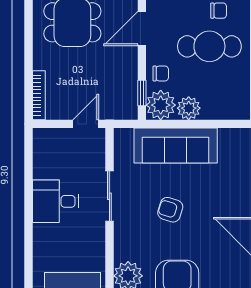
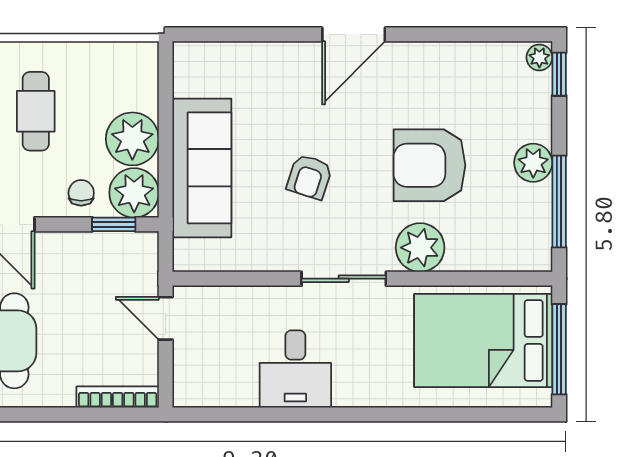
cafe table: (209, 46) -> (36, 111), width x0.73, depth x0.74
plant: (189, 108) -> (132, 139), width x1.36, depth x1.36
sliding door: (109, 196) -> (344, 279), moved

